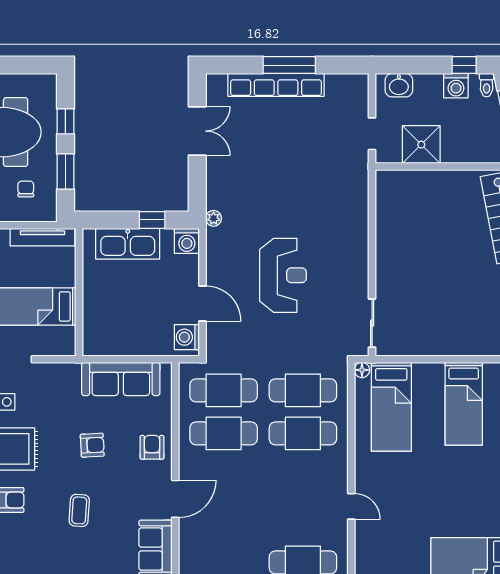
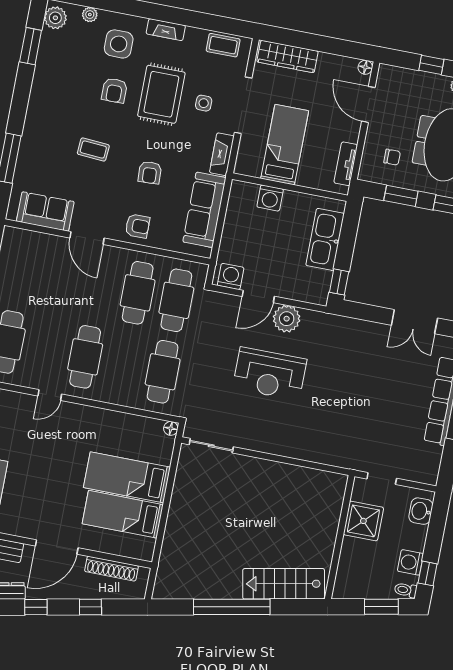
plant: (214, 218) -> (287, 319), moved, width x1.88, depth x1.88
window: (152, 220) -> (339, 282), moved
tv unit: (42, 237) -> (346, 164), width x0.71
washing machine: (187, 241) -> (270, 198), moved, turned -90
fireplace: (58, 372) -> (222, 154), added
bed: (391, 407) -> (127, 477), moved
cafe table: (303, 433) -> (85, 357), moved

